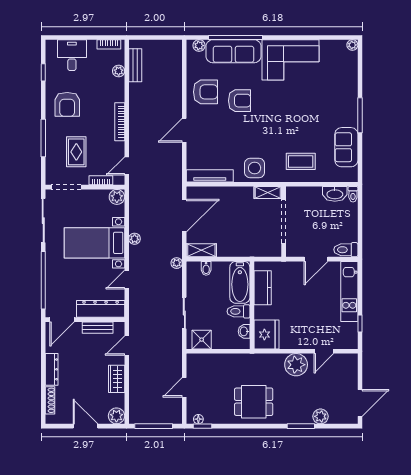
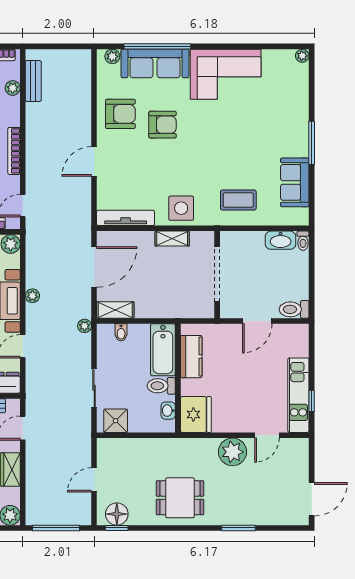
shelving: (268, 193) -> (172, 239), moved
kitchen unit: (349, 291) -> (298, 395), moved
plant: (320, 416) -> (263, 516), removed
floor lamp: (198, 419) -> (117, 514), width x1.89, depth x1.89

